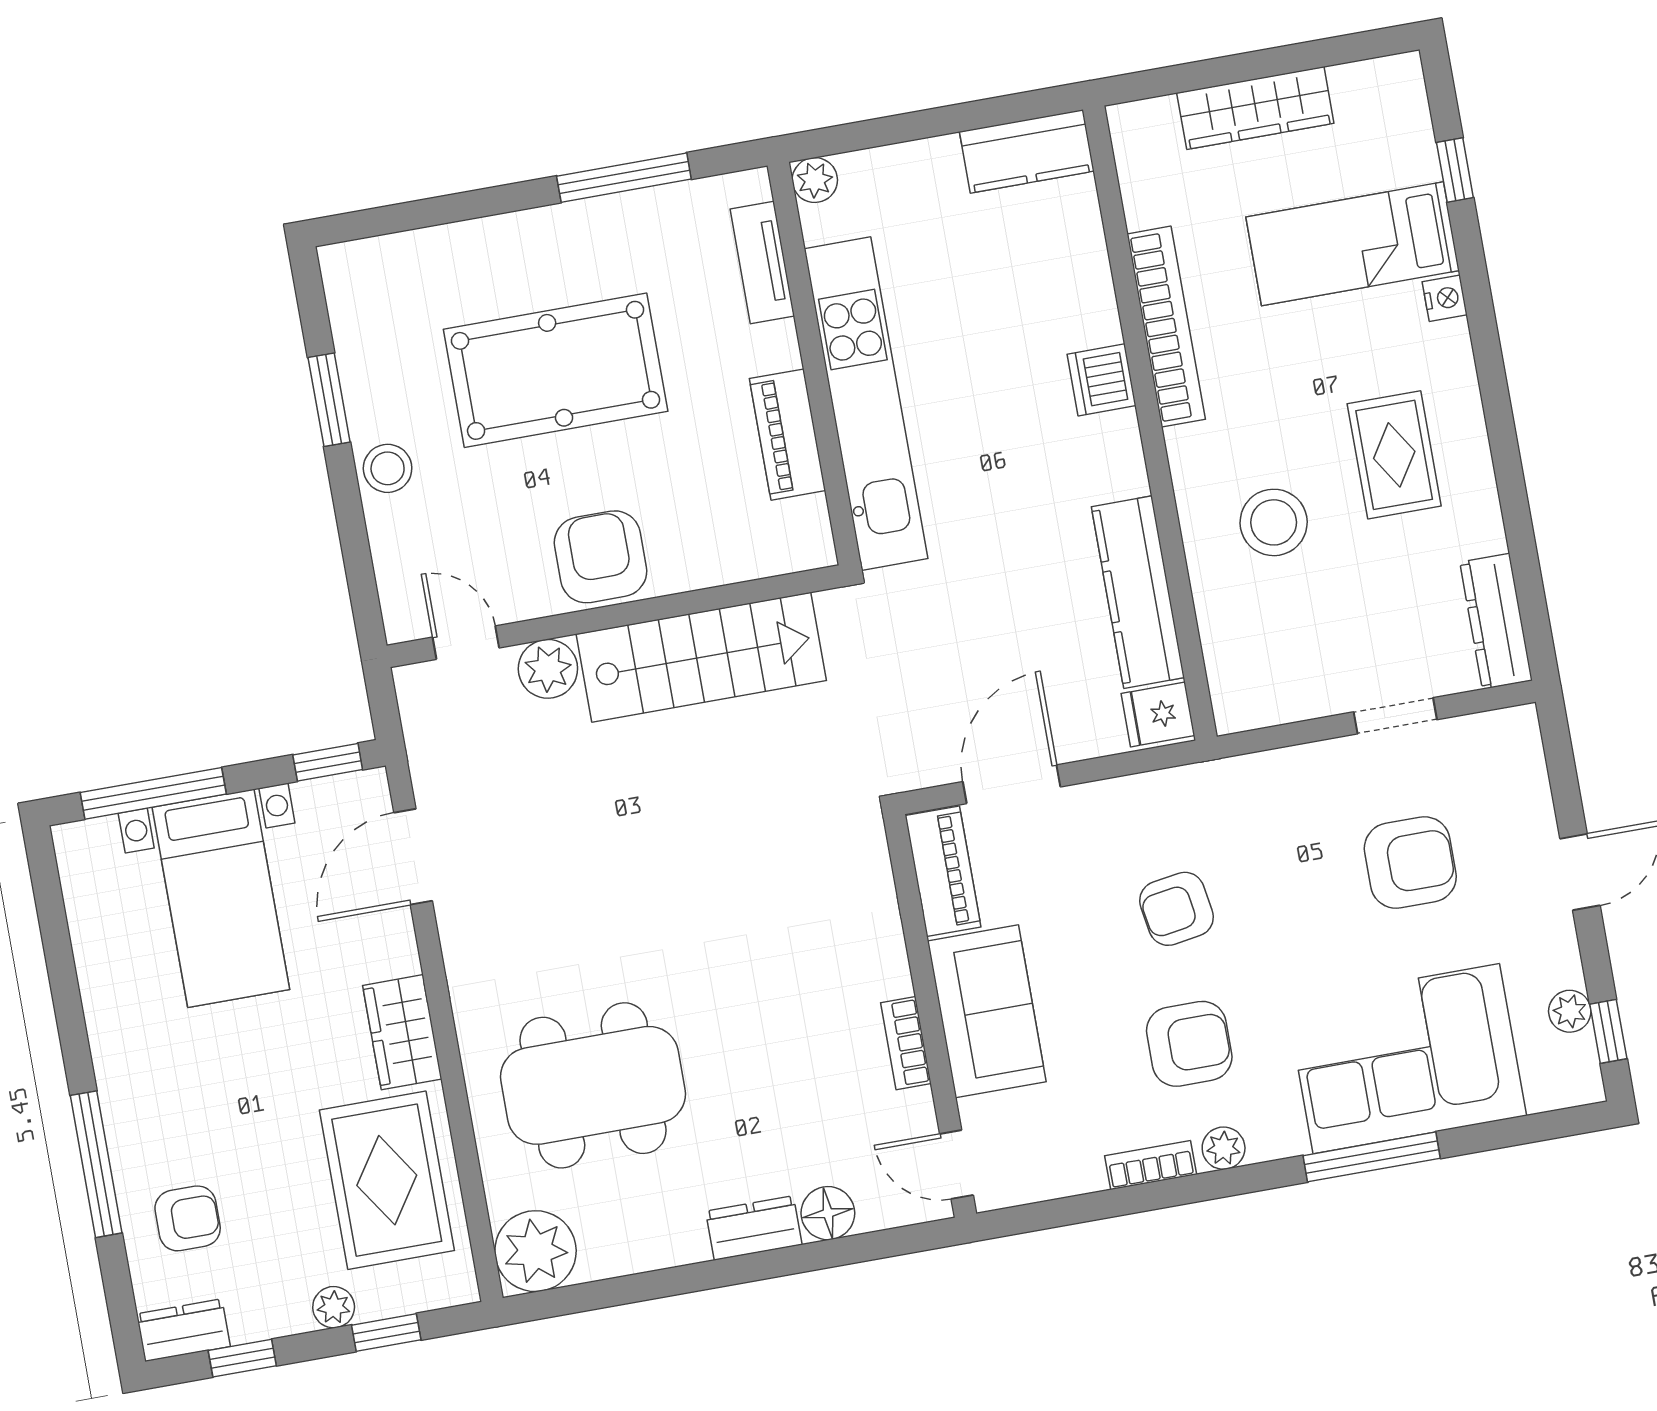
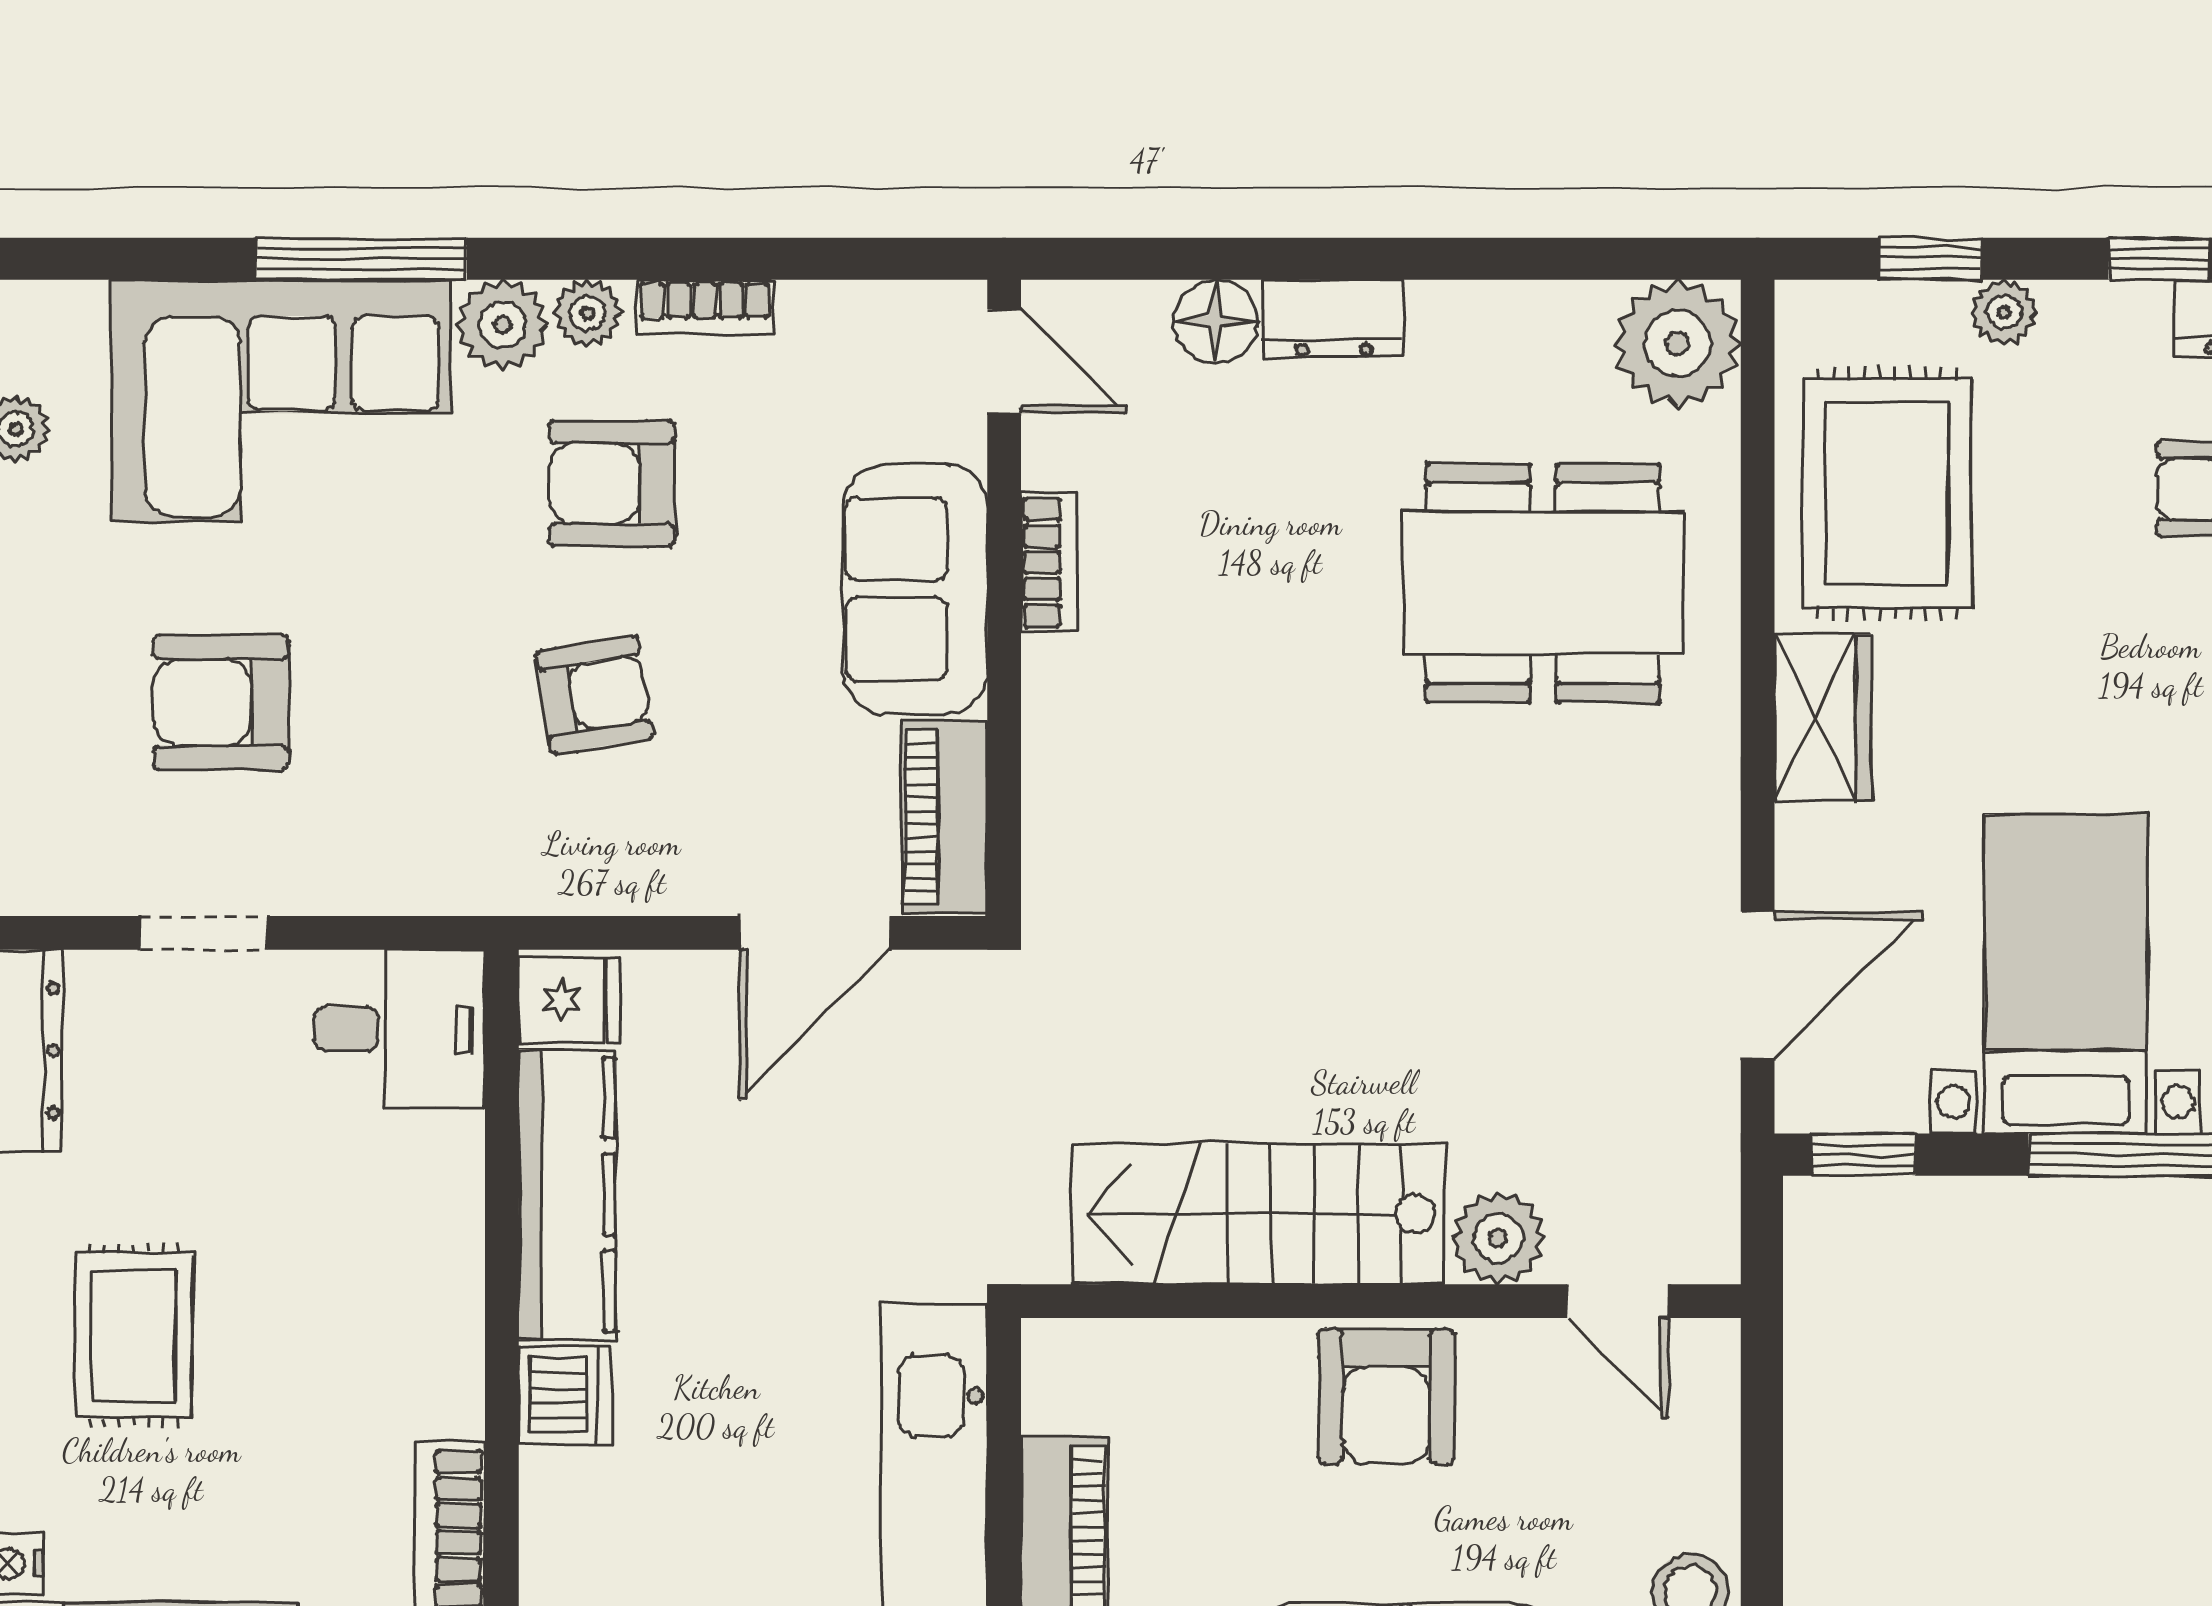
dishwasher: (1102, 380) -> (565, 1395), moved
stool: (1274, 522) -> (338, 1265), removed
desk: (1262, 677) -> (399, 1029), added
plant: (1276, 1131) -> (502, 325), added

